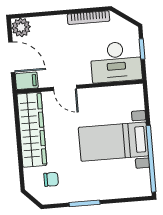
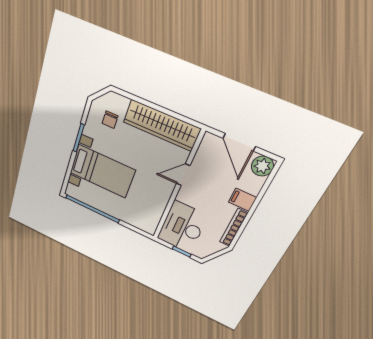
door: (12, 57) -> (239, 142), hinge flipped
filing cabinet: (27, 81) -> (242, 200), moved, turned 90
bed with nightstands: (114, 142) -> (102, 171), moved, turned 90

